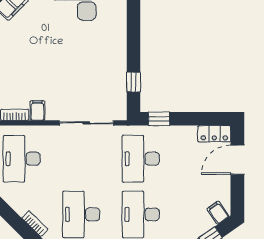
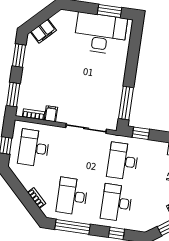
window: (134, 82) -> (126, 103), width x2.17

